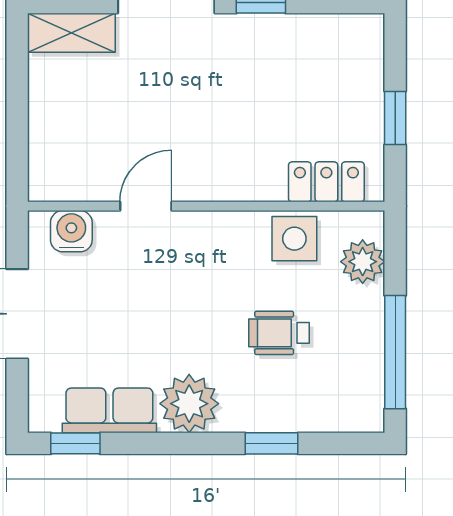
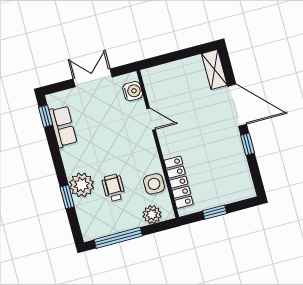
locker: (326, 182) -> (179, 182), width x1.53
plant: (189, 404) -> (82, 185), moved

